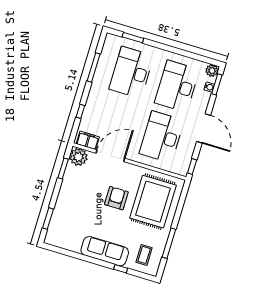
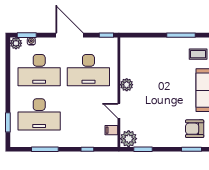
door: (204, 128) -> (70, 35), hinge flipped
filing cabinet: (88, 140) -> (111, 130), width x0.50
door: (110, 156) -> (119, 111), width x0.53
plant: (135, 172) -> (127, 85), added
armchair: (116, 198) -> (195, 129), moved
rug: (153, 202) -> (148, 60), removed

